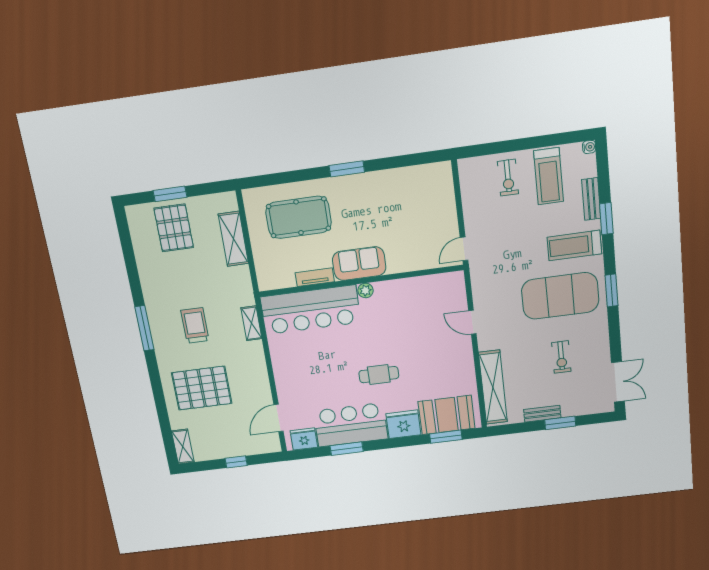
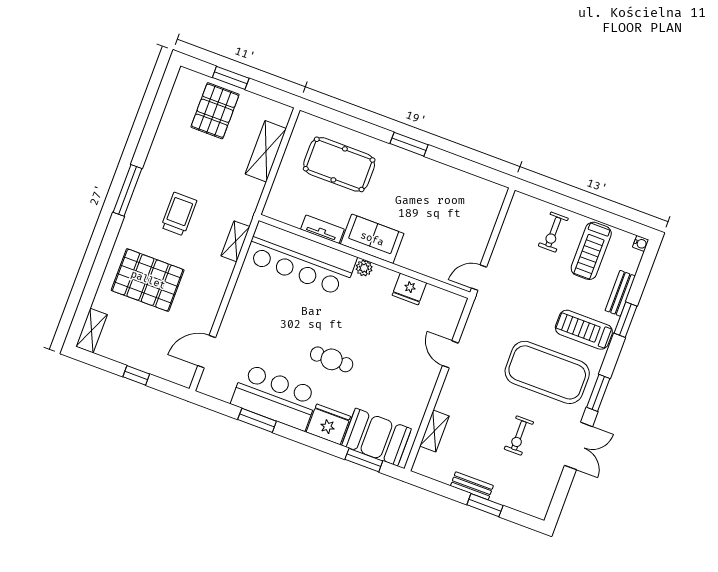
double door: (618, 382) -> (579, 446), moved
shelving: (493, 387) -> (434, 431), width x0.45, depth x0.75
fridge: (304, 439) -> (409, 289), moved, turned 180

